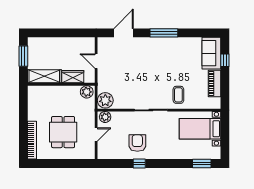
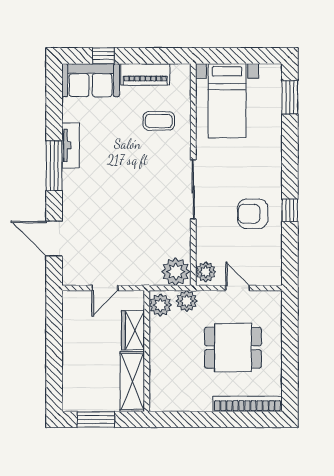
tv unit: (175, 42) -> (70, 145), added
coffee table: (178, 95) -> (159, 121), moved
plant: (89, 106) -> (187, 301), added

